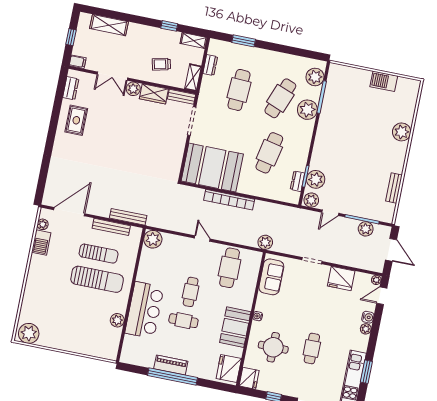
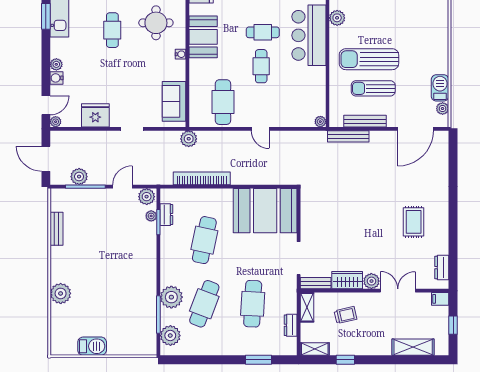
rug: (76, 120) -> (414, 222), moved
plant: (316, 179) -> (151, 216), width x0.53, depth x0.53
bookcase: (229, 200) -> (202, 178), moved
plant: (153, 239) -> (320, 122), width x0.53, depth x0.53

